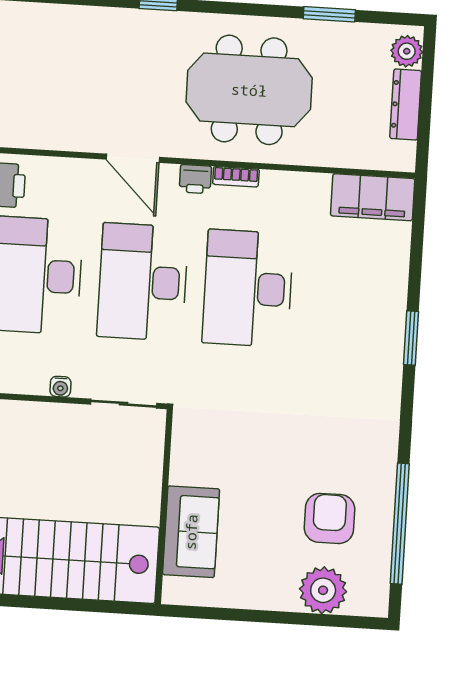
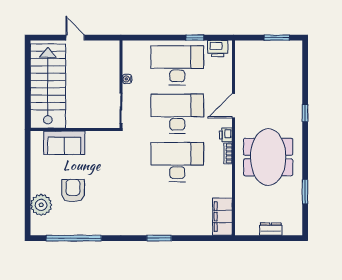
plant: (407, 51) -> (290, 228), removed
dresser: (406, 105) -> (271, 229), width x0.70
armchair: (330, 518) -> (73, 191), moved, turned -90

